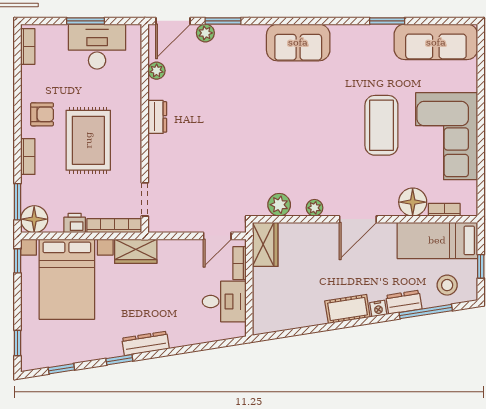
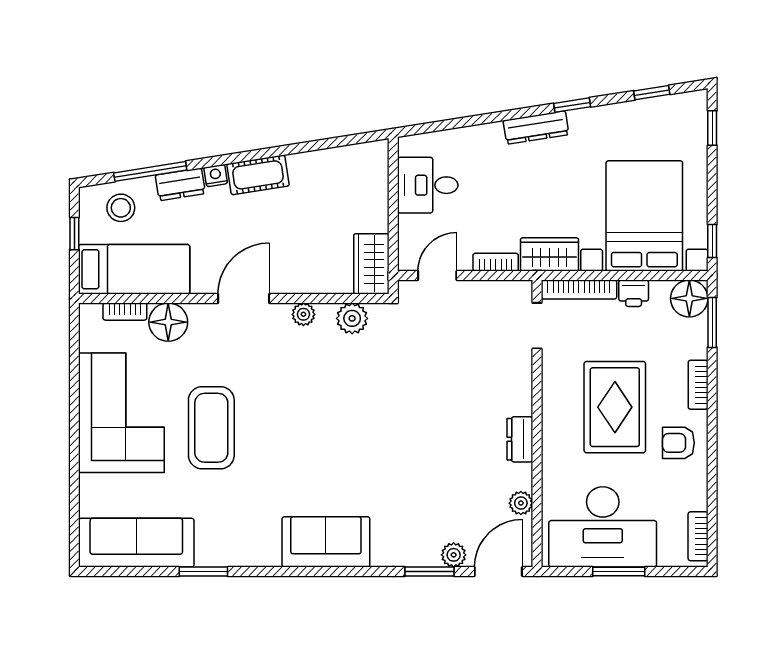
desk: (97, 47) -> (603, 527), width x1.36, depth x1.30
bookcase: (240, 263) -> (496, 262), moved, turned -90

